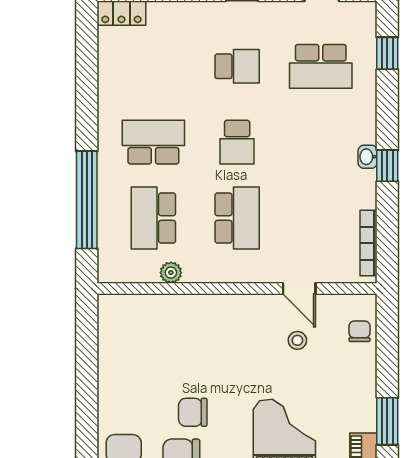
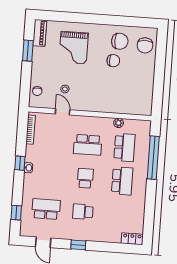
school desk: (153, 142) -> (122, 181), turned -90
school desk: (237, 218) -> (88, 145), turned -90

